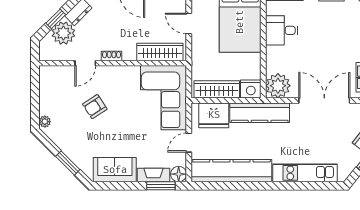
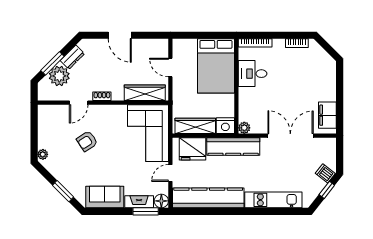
window: (56, 19) -> (52, 63), width x1.50
plant: (278, 86) -> (244, 128), width x0.53, depth x0.53

